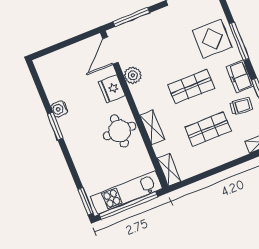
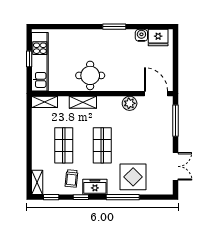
fridge: (112, 89) -> (158, 38), moved, turned 180
water cooler: (59, 109) -> (141, 35), moved
window: (85, 201) -> (46, 27), removed
window: (128, 206) -> (29, 59), width x0.32

